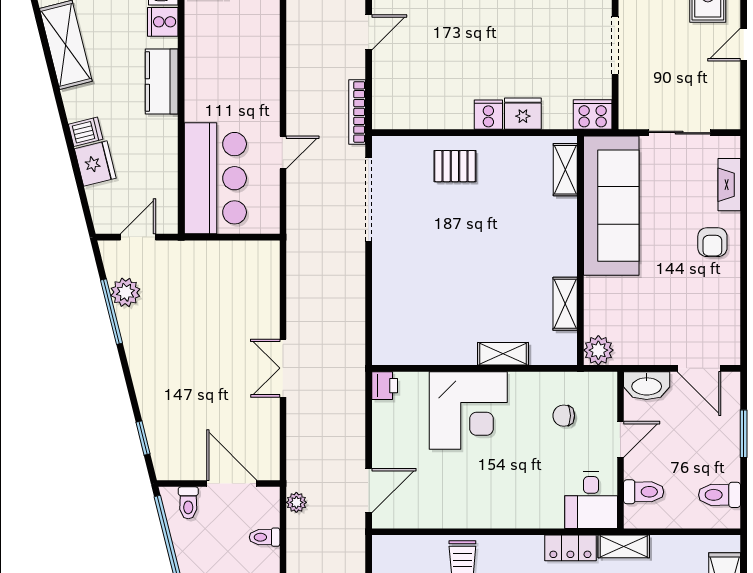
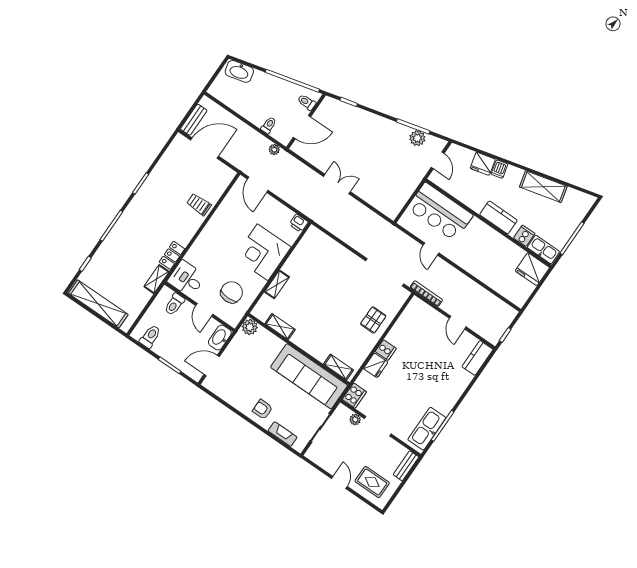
plant: (629, 88) -> (355, 419), added
chair: (564, 416) -> (232, 292), width x1.87, depth x1.87

